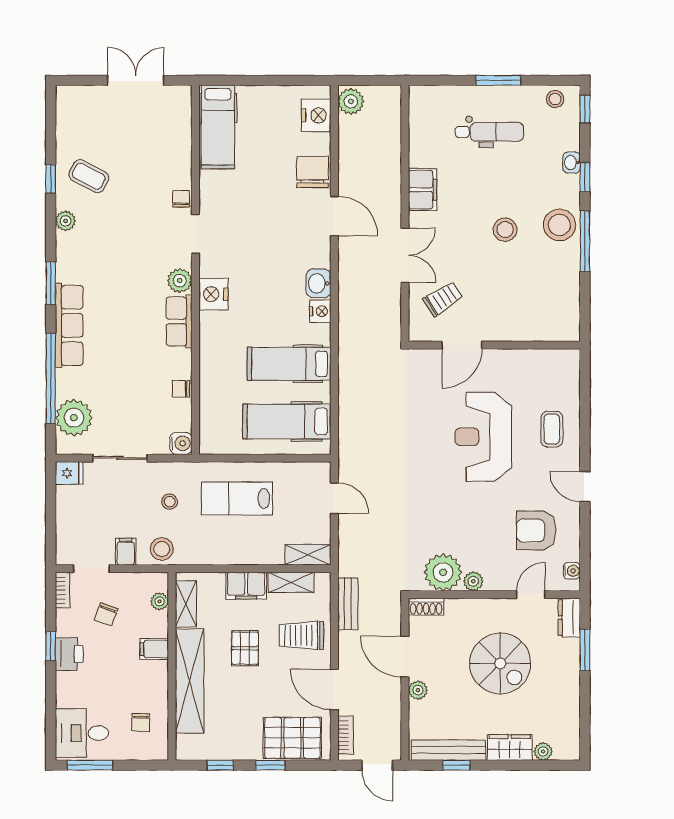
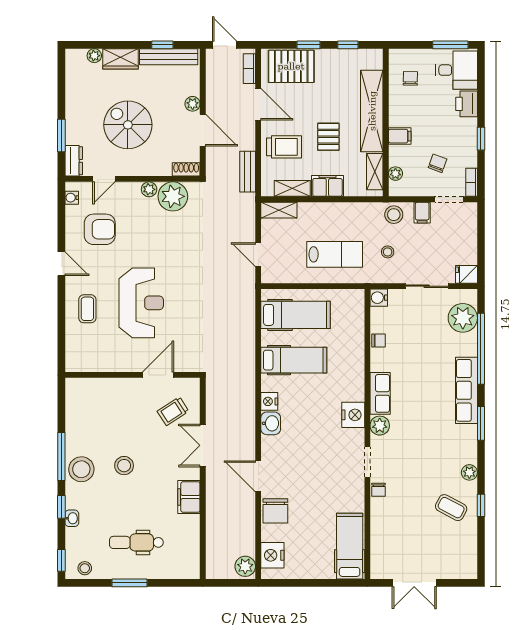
printer: (69, 654) -> (467, 104), moved

